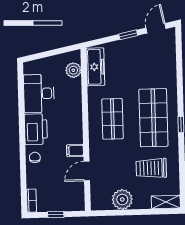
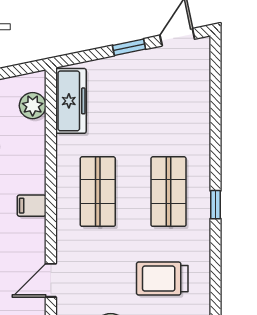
shop shelf: (153, 118) -> (169, 192), width x0.70, depth x0.74
filing cabinet: (75, 151) -> (32, 206), moved

